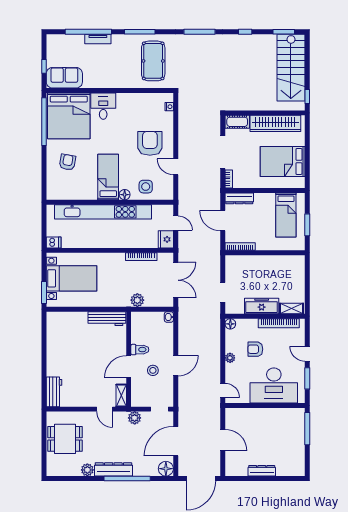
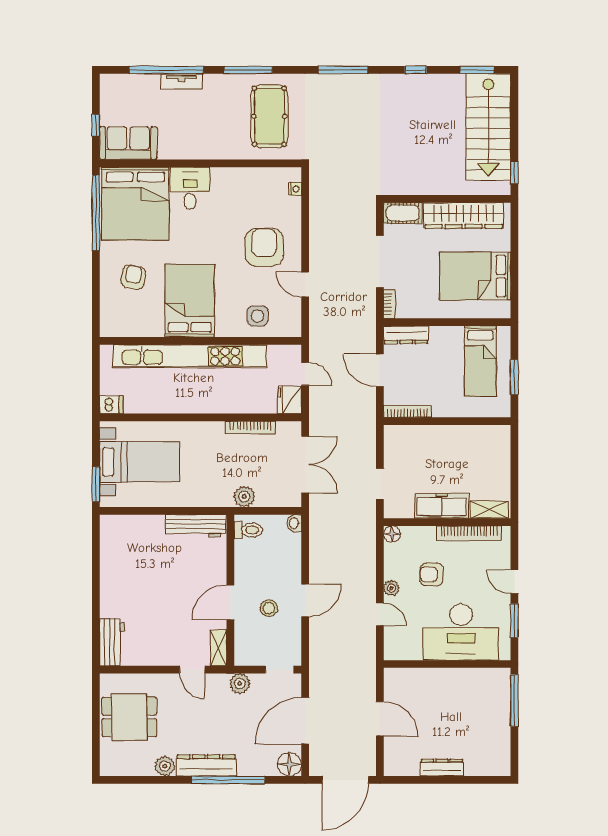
bed: (108, 177) -> (190, 301), width x1.50
floor lamp: (125, 195) -> (224, 329), removed
toilet: (140, 350) -> (248, 530), moved
door: (223, 390) -> (380, 614), moved

